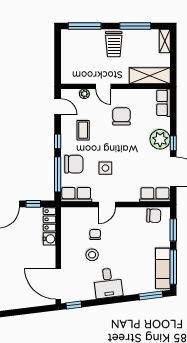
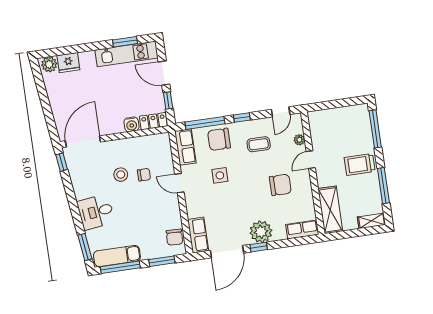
chair: (74, 164) -> (219, 139), turned 90
desk: (108, 283) -> (96, 212), moved

